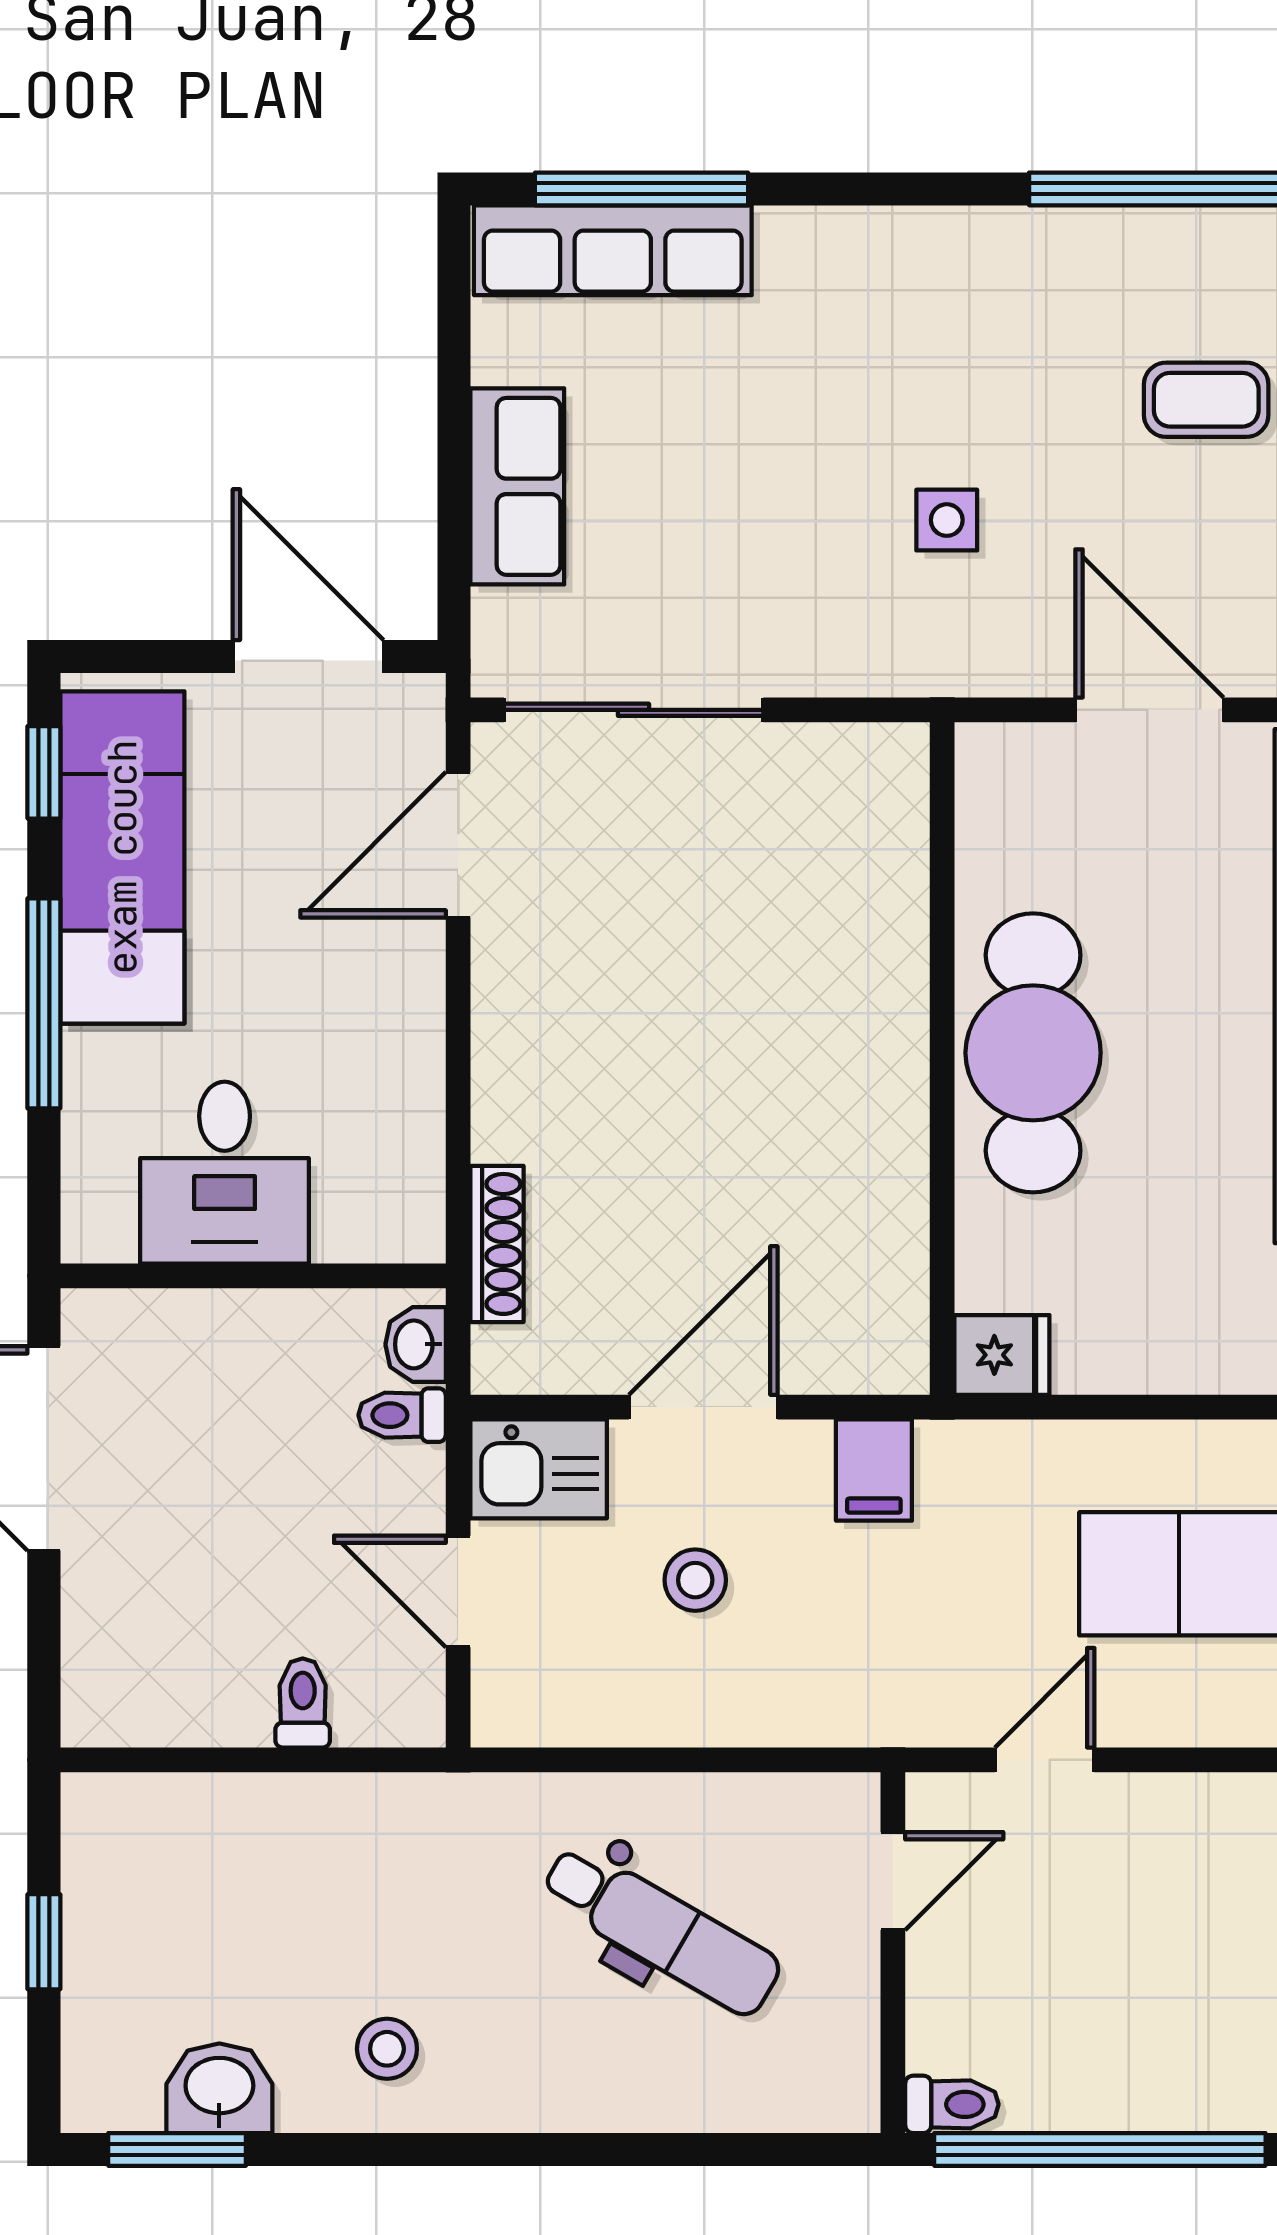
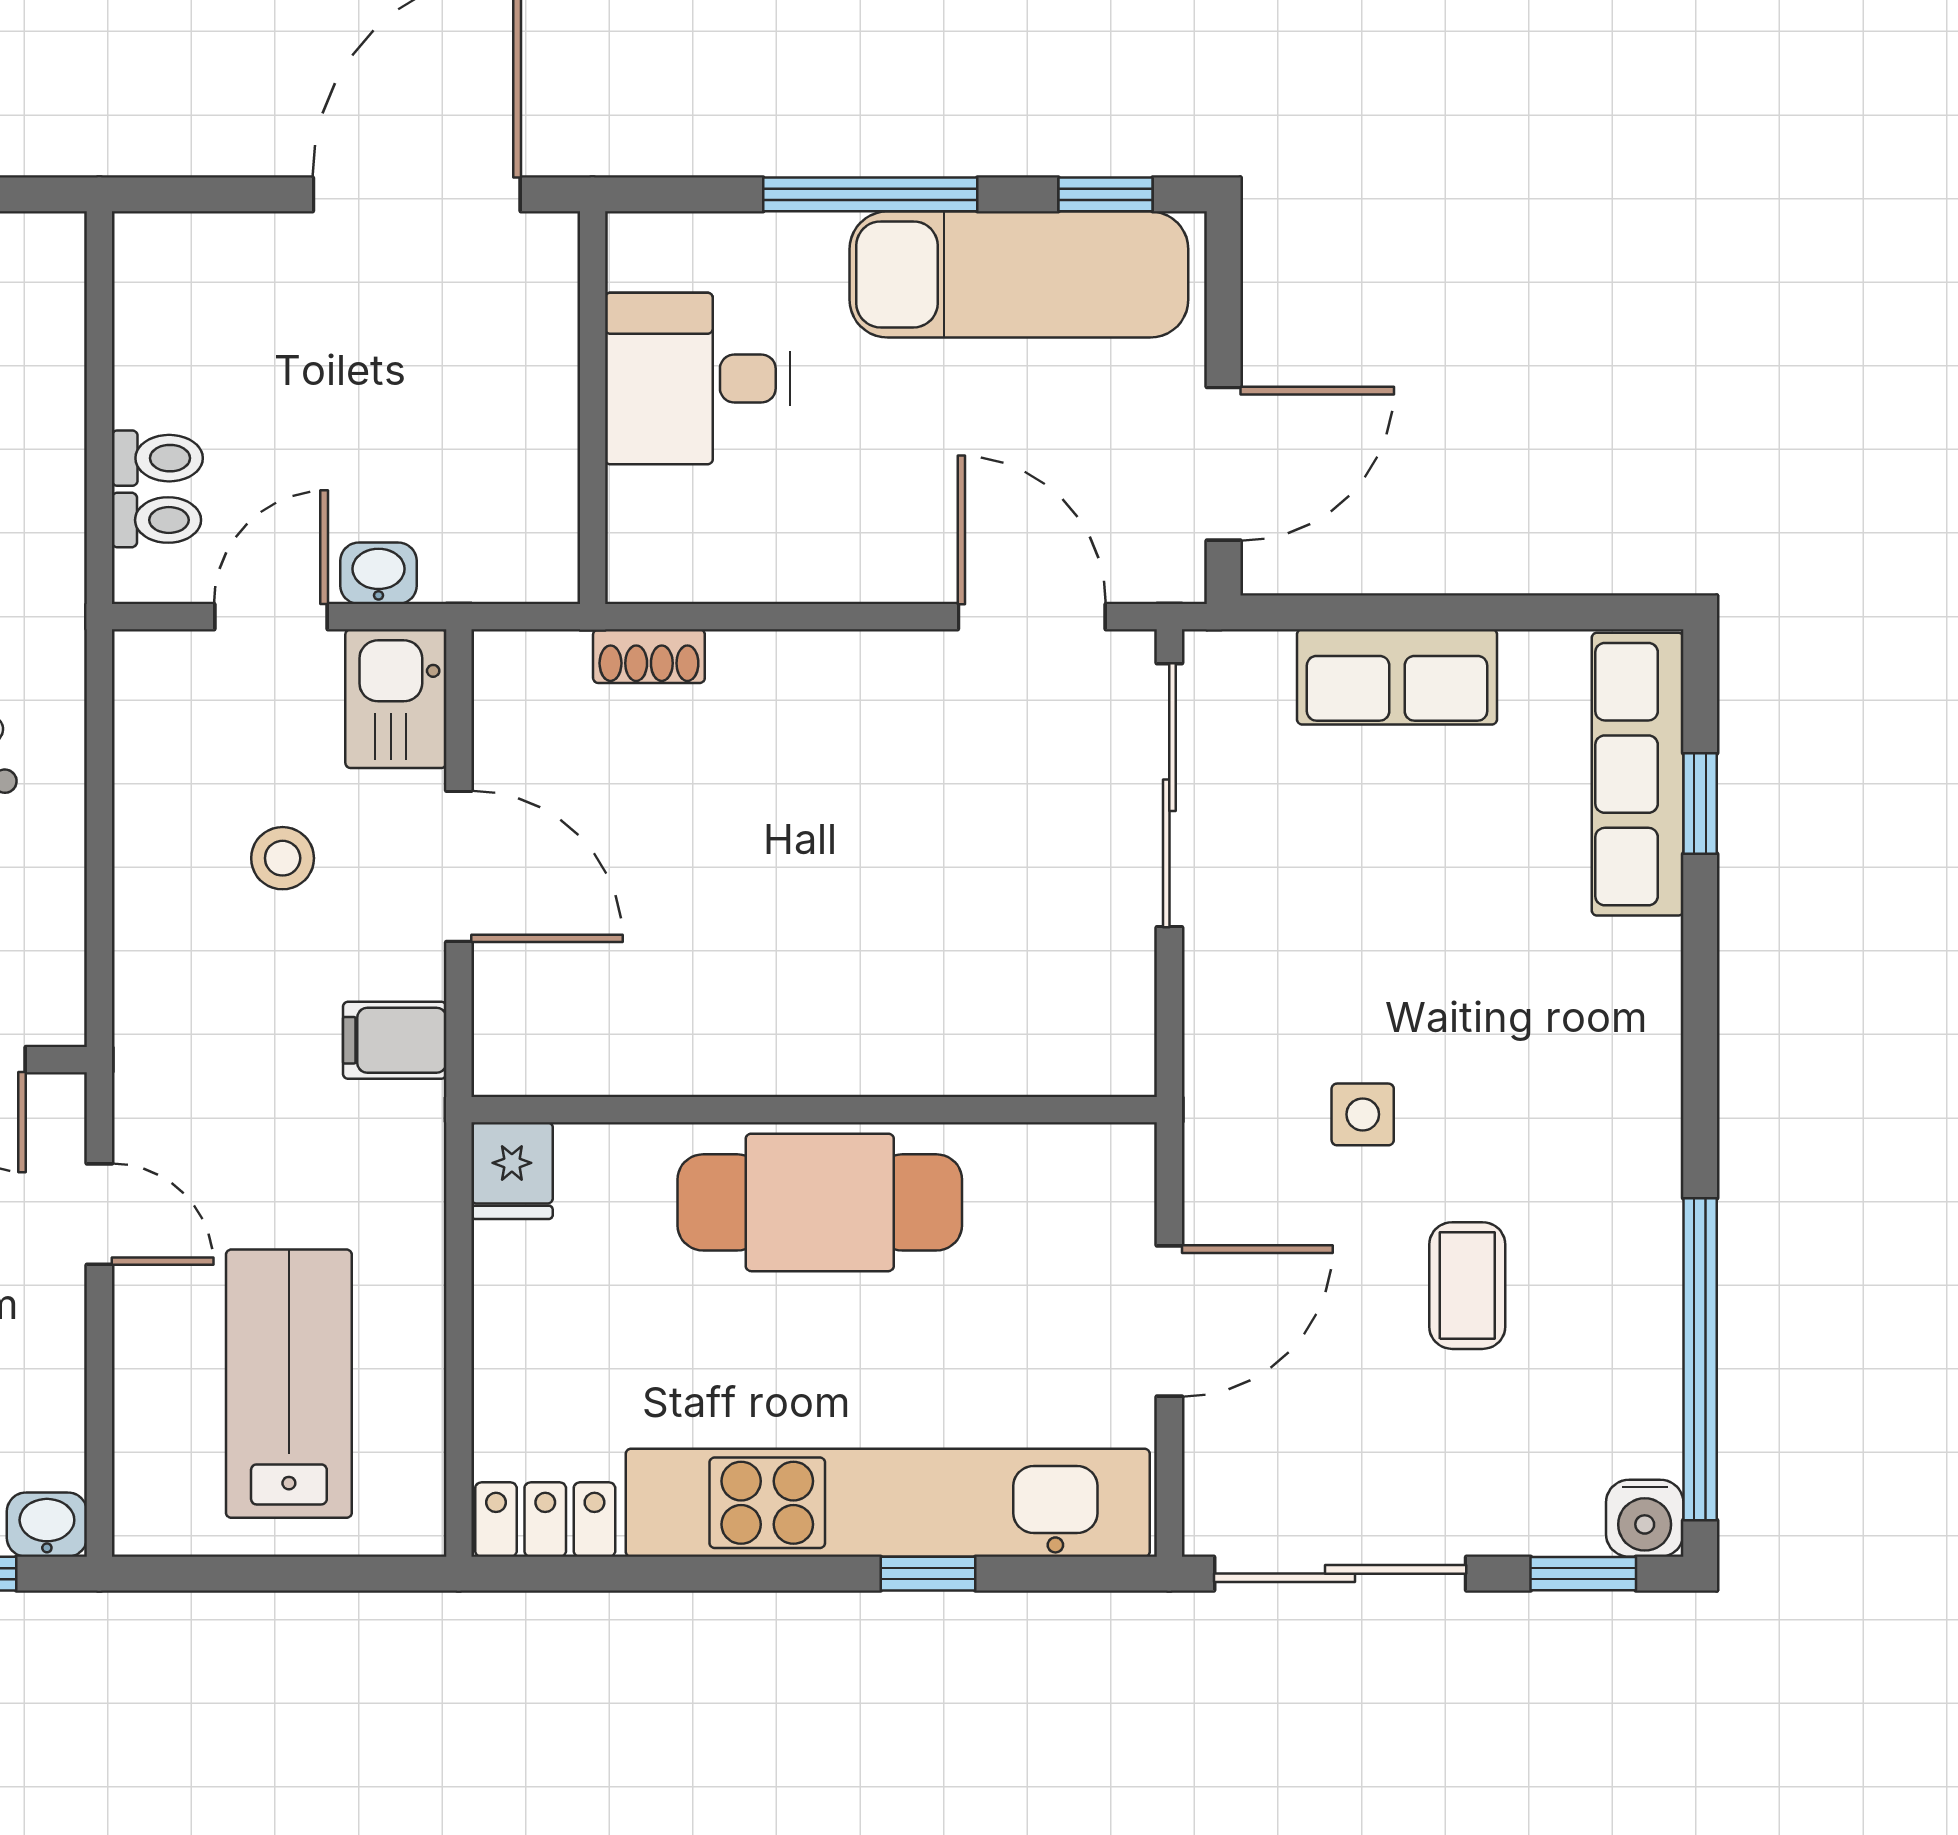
window: (641, 189) -> (1700, 803), width x0.46
coffee table: (1206, 400) -> (1467, 1286), moved
shoe rack: (497, 1244) -> (649, 656), width x0.70
washbasin: (416, 1344) -> (378, 573), moved
toilet: (402, 1415) -> (156, 520), moved, turned 90

